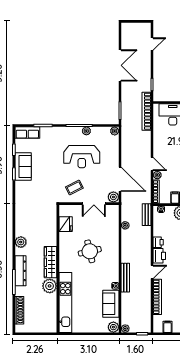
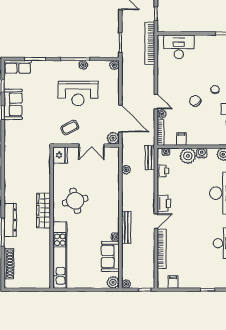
fridge: (66, 224) -> (60, 155), moved
plant: (21, 242) -> (10, 188), removed
printer: (158, 242) -> (163, 171), moved
round table: (90, 251) -> (75, 201), moved
plant: (50, 286) -> (42, 237), removed

